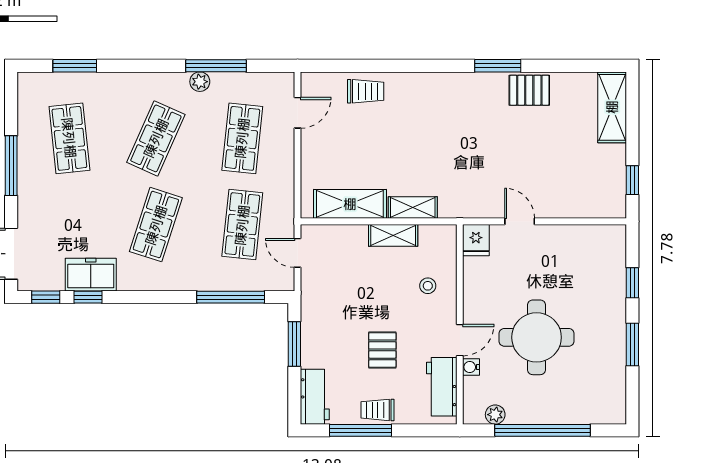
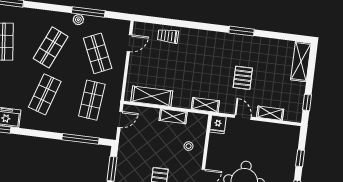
pallet: (529, 90) -> (243, 78), moved, turned 90
trolley: (366, 91) -> (168, 36), turned 180
shop shelf: (242, 138) -> (98, 53), turned -30
shelving: (413, 208) -> (205, 105), moved
shelving: (568, 208) -> (270, 113), added
door: (298, 253) -> (120, 119), swing flipped

